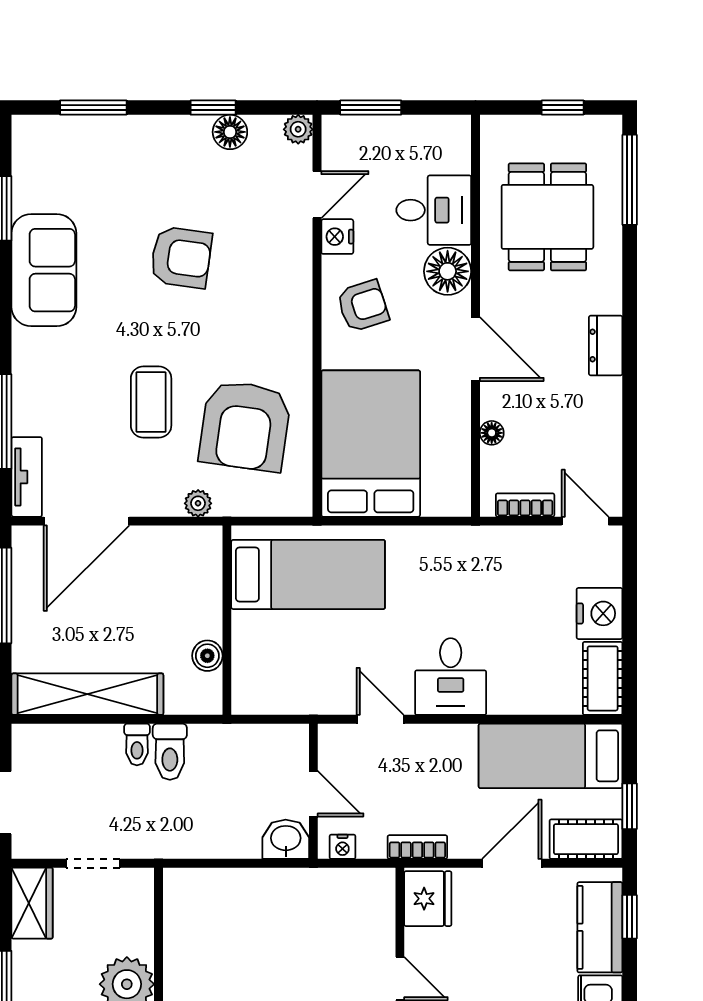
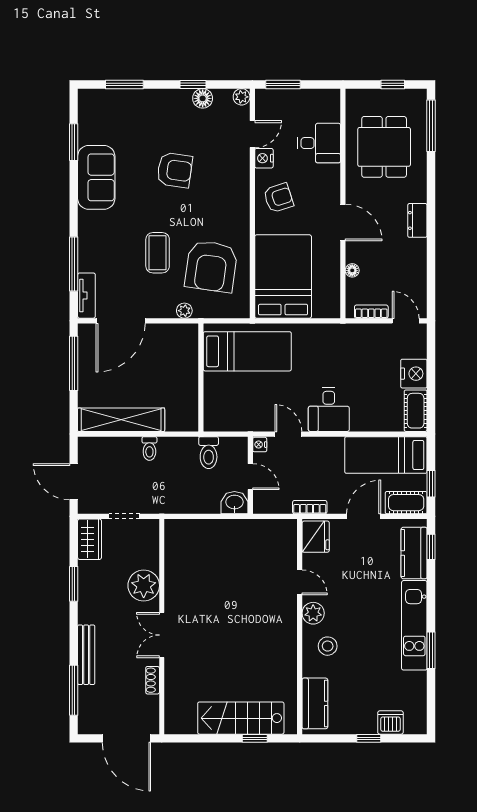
floor lamp: (448, 271) -> (327, 178), removed
boiler: (207, 656) -> (190, 398), removed
toilet: (170, 752) -> (209, 453), moved
nightstand: (342, 847) -> (260, 445), moved, turned 90

